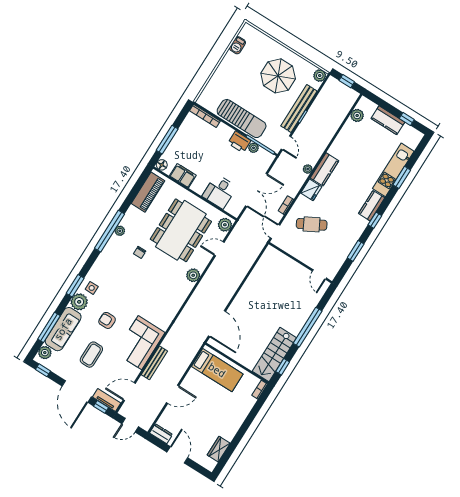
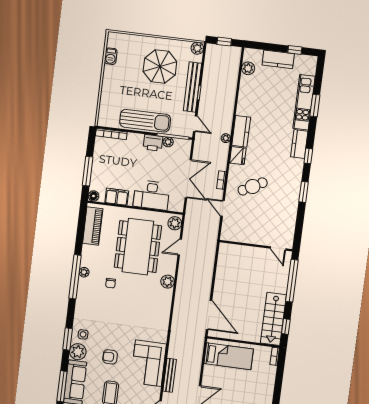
desk: (220, 191) -> (151, 195), width x1.37
wall: (300, 263) -> (256, 246), moved
door: (319, 275) -> (278, 248), moved

